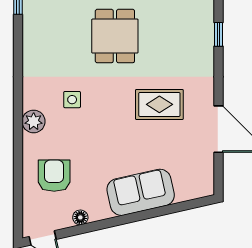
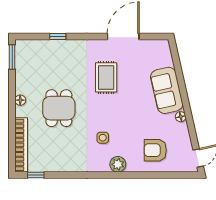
dining table: (115, 36) -> (59, 108), turned 90
floor lamp: (80, 217) -> (181, 117), moved

